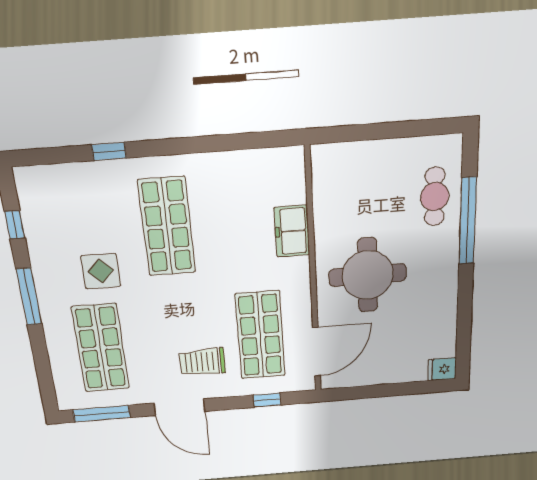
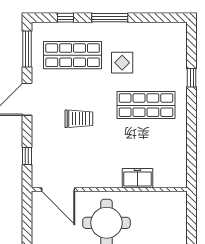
window: (15, 225) -> (65, 18), moved
shop shelf: (260, 335) -> (73, 155), removed
trolley: (202, 362) -> (79, 119), moved, turned 90

